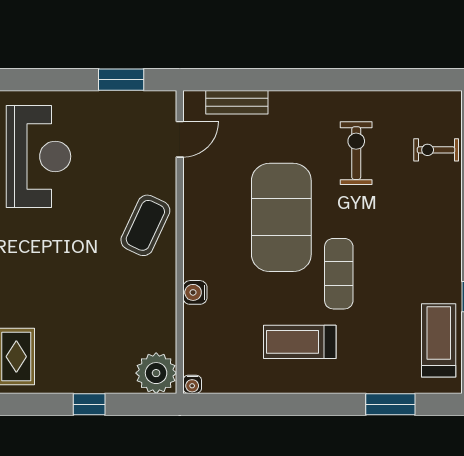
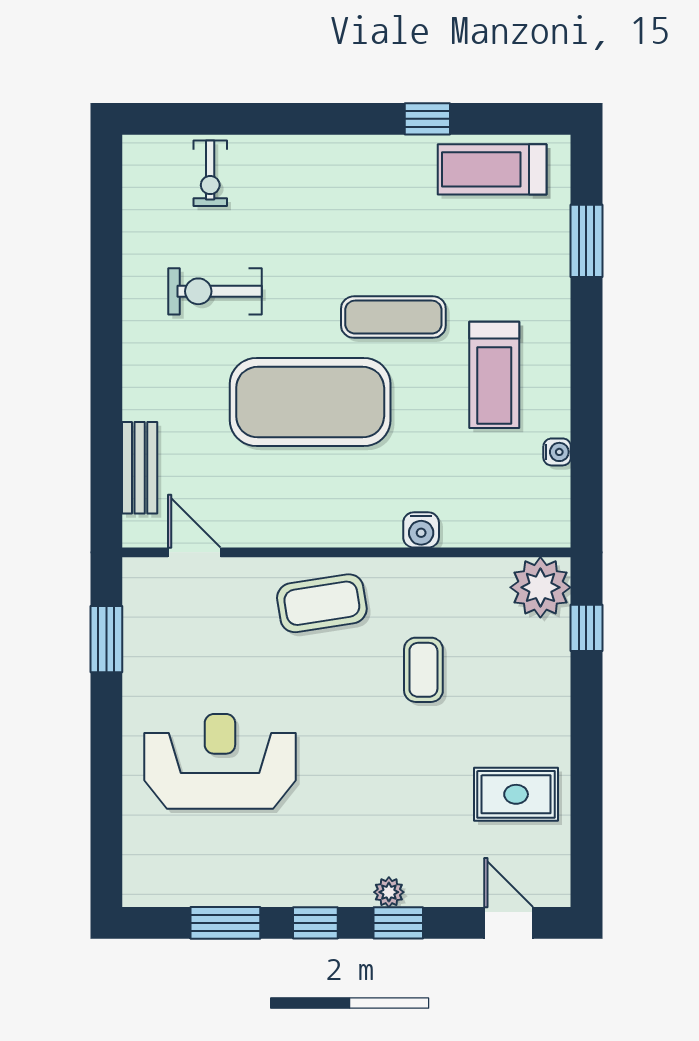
coffee table: (145, 225) -> (322, 603), turned -34
coffee table: (100, 294) -> (423, 670), added
water cooler: (192, 384) -> (557, 452), moved
window: (89, 404) -> (586, 628), moved

